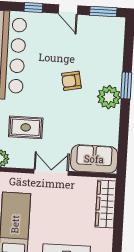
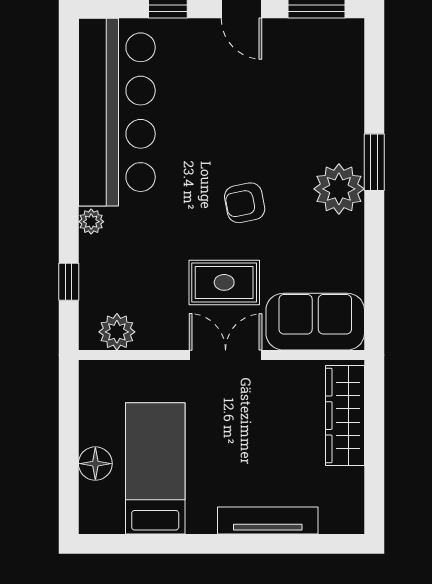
armchair: (71, 81) -> (245, 203), moved
rug: (26, 127) -> (224, 282), moved

